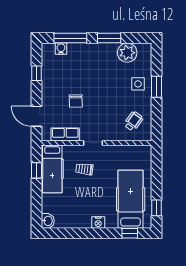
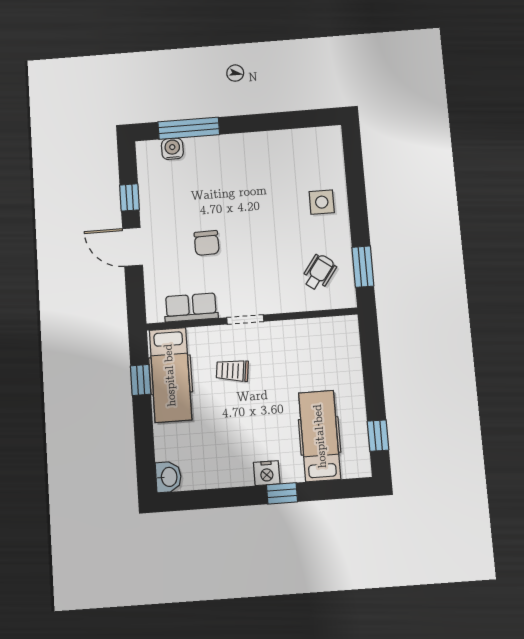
window: (109, 38) -> (261, 122), removed
plant: (127, 53) -> (297, 146), removed
window: (157, 87) -> (363, 267), moved
door: (37, 116) -> (133, 247), moved
hospital bed: (131, 199) -> (320, 436), width x0.73, depth x0.78
window: (130, 233) -> (282, 493), moved

